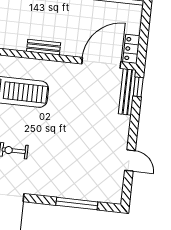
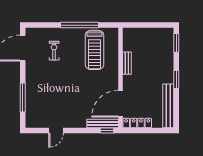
locker: (131, 49) -> (137, 123), width x1.53
door: (101, 63) -> (120, 104), swing flipped

